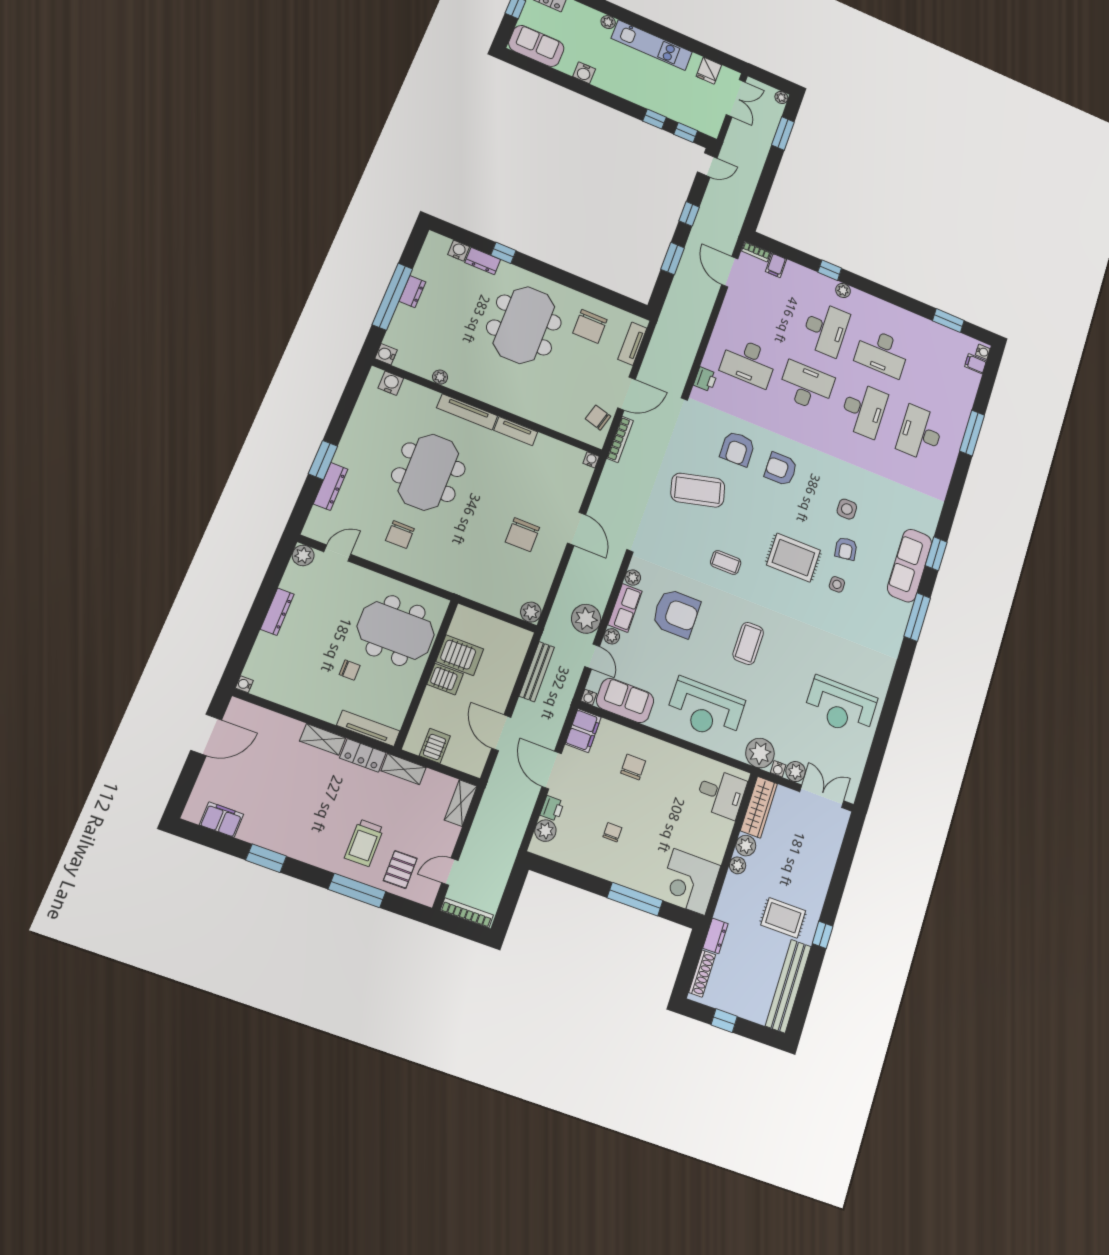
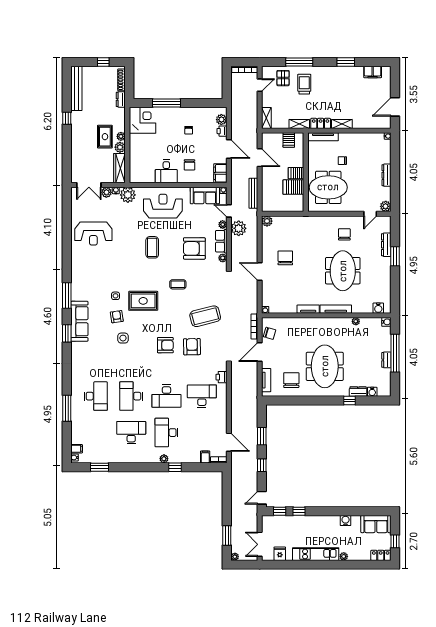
reception desk: (841, 706) -> (93, 234), turned 180
desk: (721, 793) -> (166, 171), moved, turned -90
rug: (783, 918) -> (105, 137), moved, turned 90

